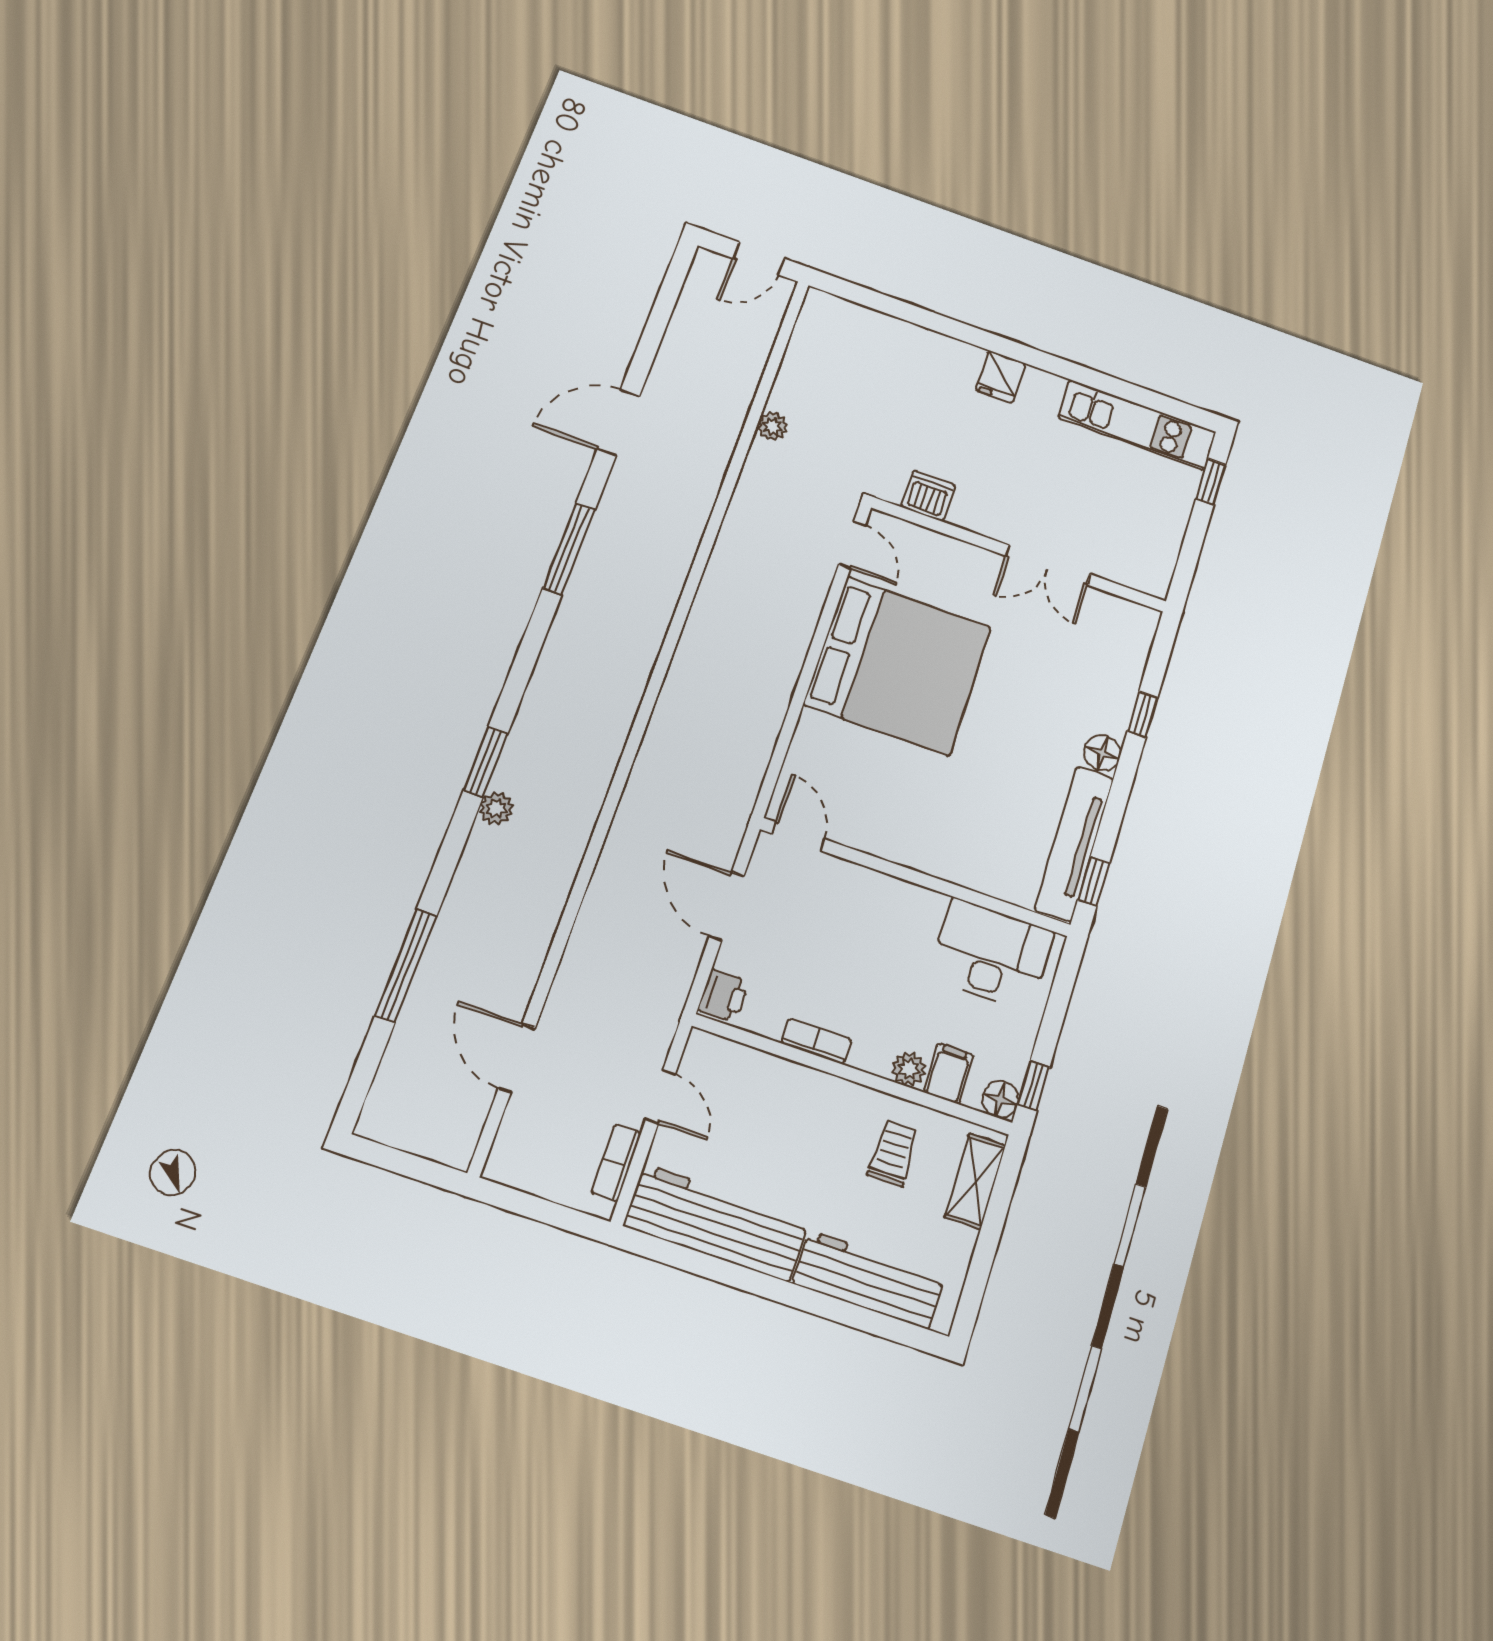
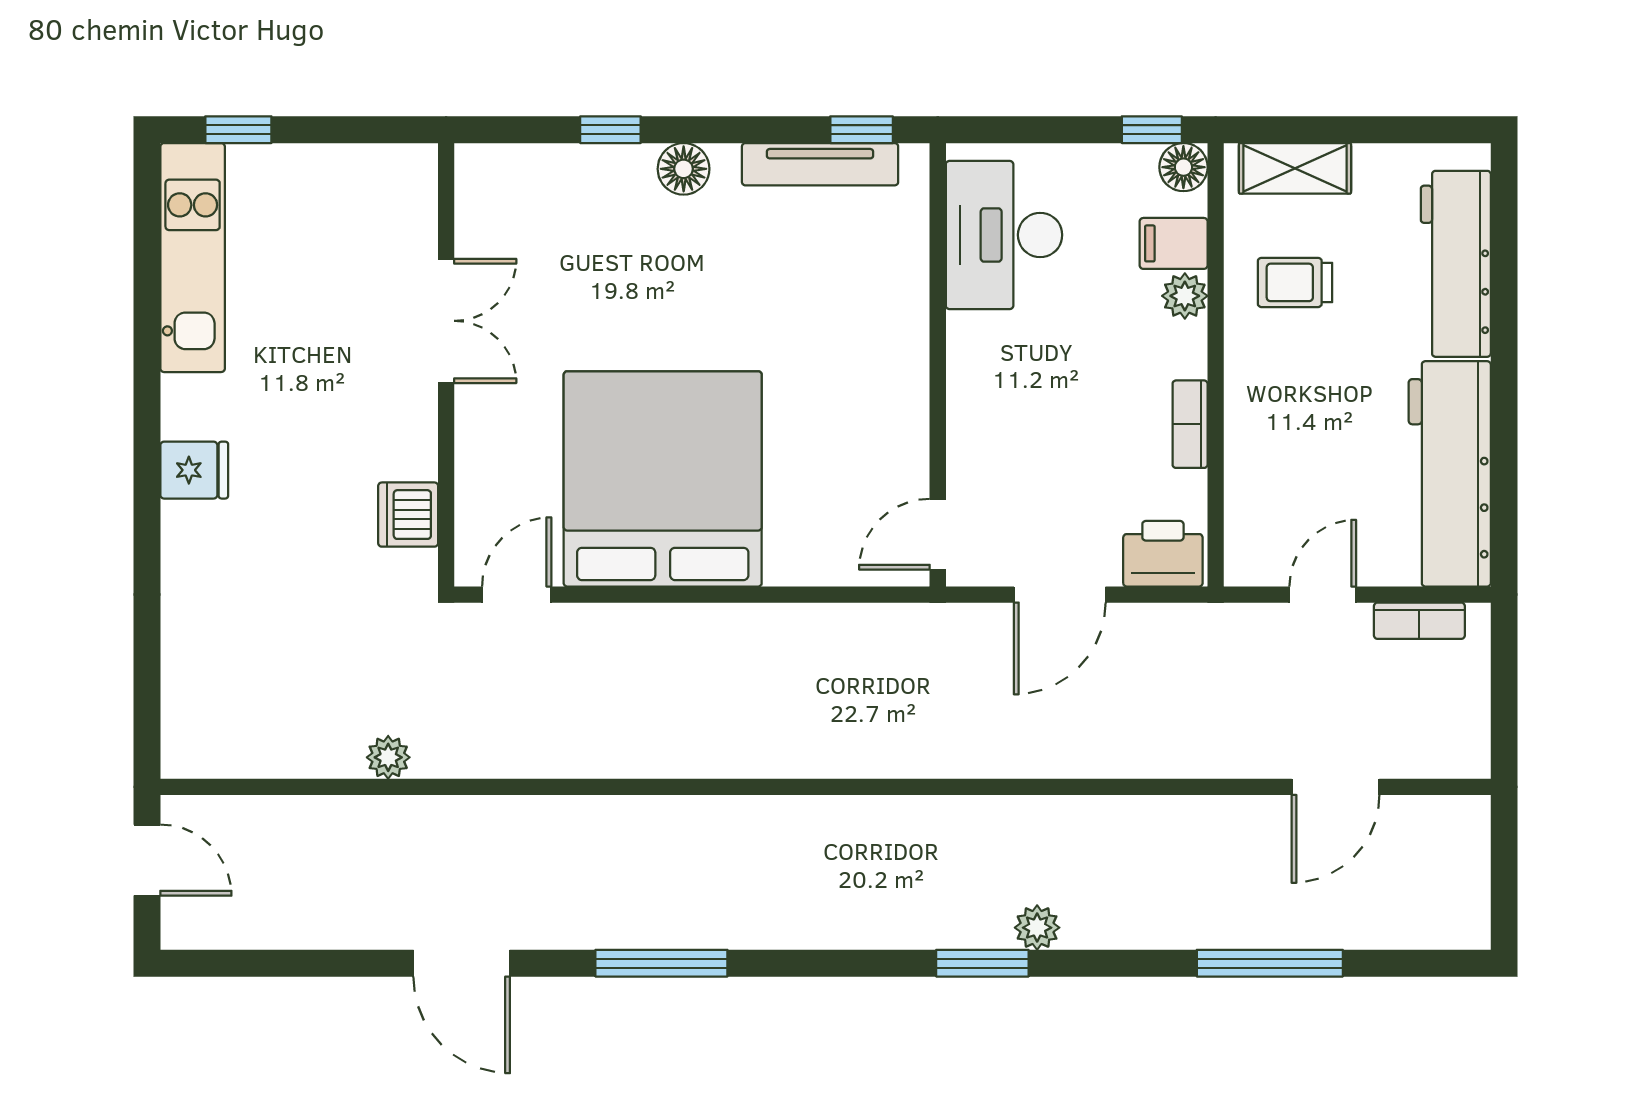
tv unit: (1074, 844) -> (820, 164), width x0.73, depth x0.78
printer: (723, 996) -> (1163, 554), width x1.36, depth x1.24

